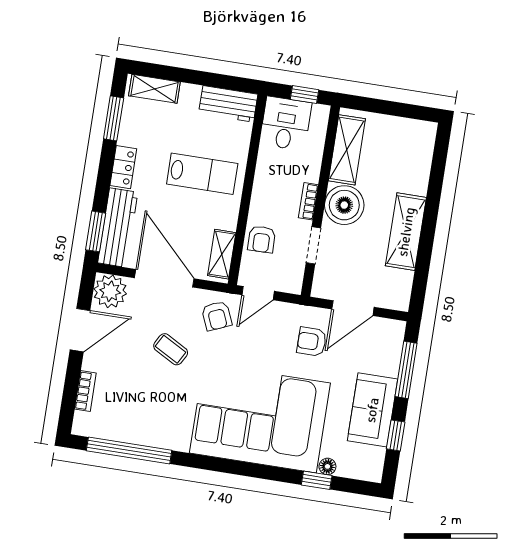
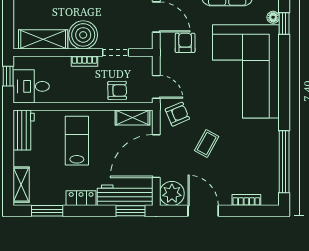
armchair: (312, 342) -> (185, 43), turned 180

